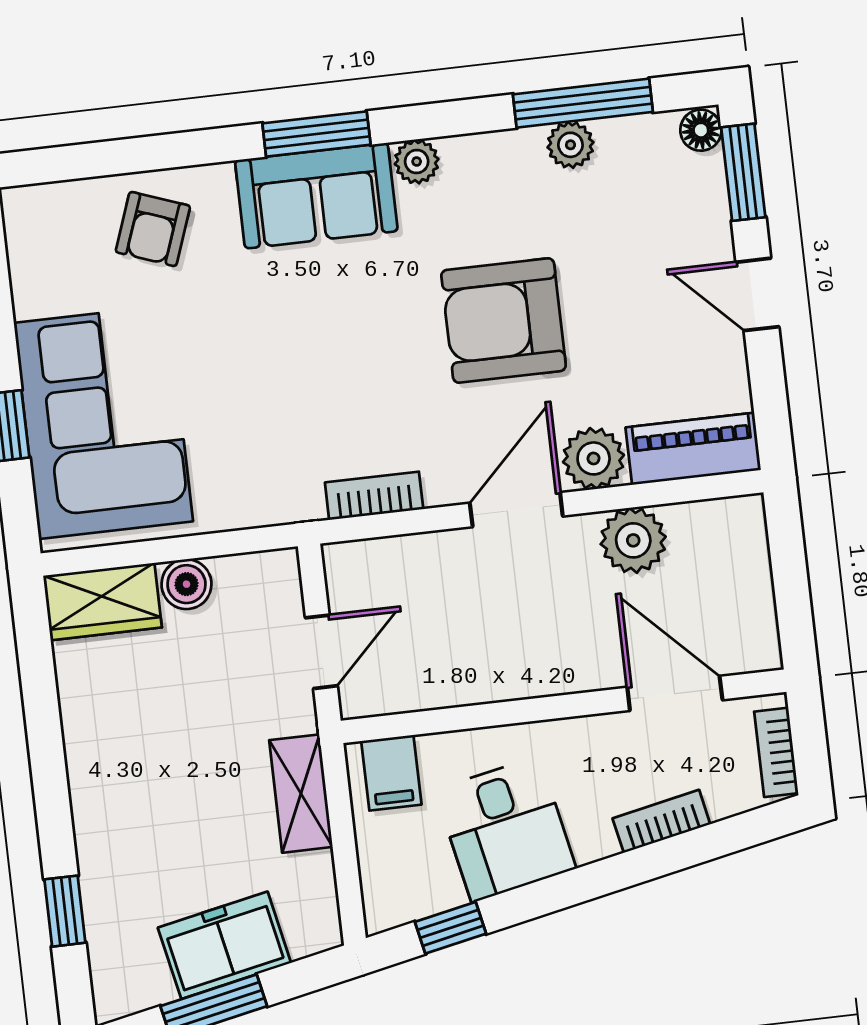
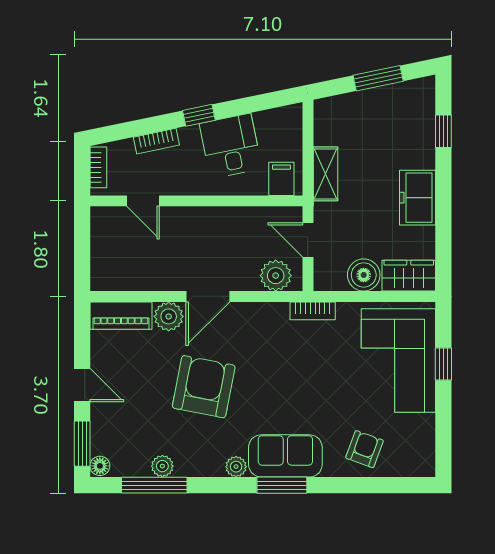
armchair: (504, 321) -> (204, 387), turned -79
bookcase: (374, 496) -> (313, 311), moved
plant: (633, 540) -> (276, 276), moved
boiler: (186, 584) -> (364, 275), width x1.36, depth x1.36
door: (321, 652) -> (308, 240), hinge flipped
door: (675, 693) -> (143, 201), width x0.73
window: (451, 928) -> (199, 115), moved
freezer: (224, 945) -> (418, 198), moved, turned 102

